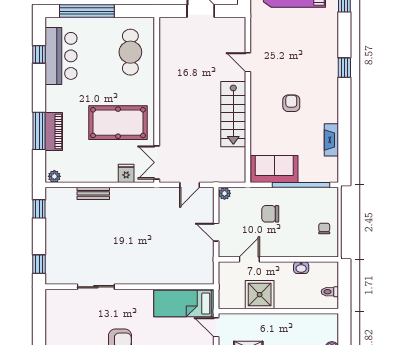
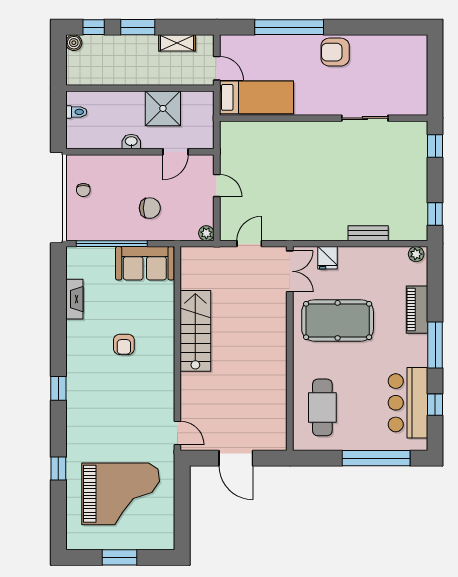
door: (248, 62) -> (177, 433), moved
window: (39, 131) -> (435, 345), moved
washbasin: (301, 268) -> (131, 142), moved

